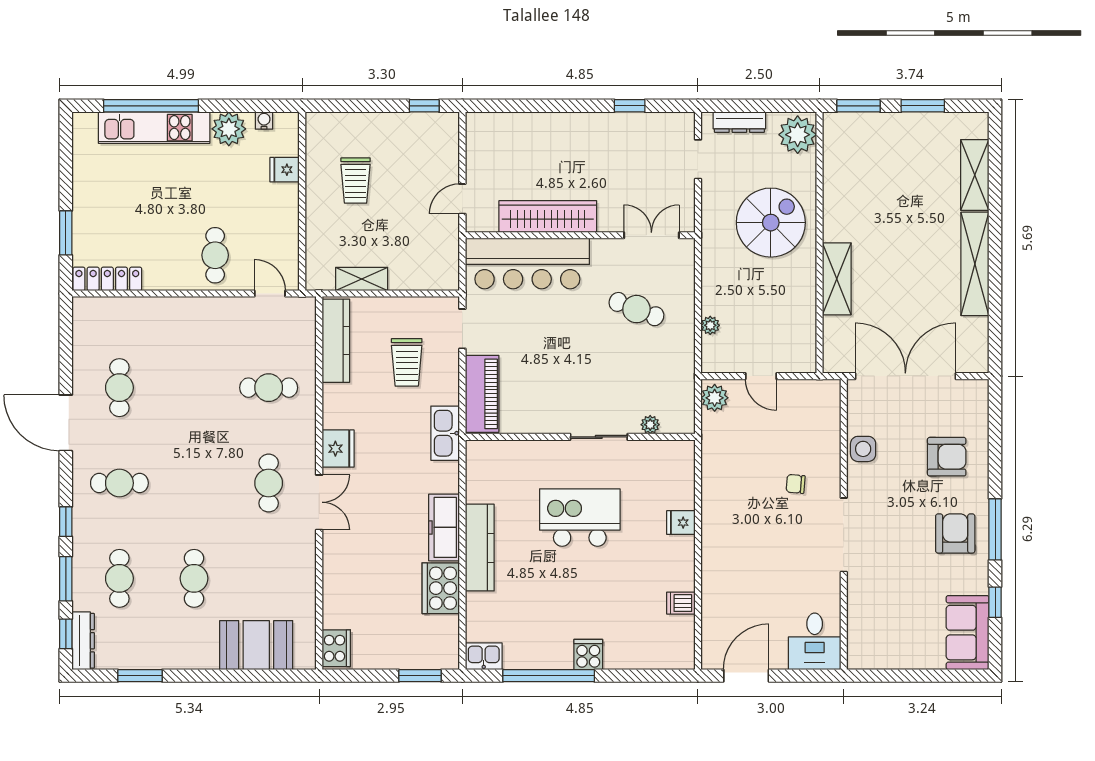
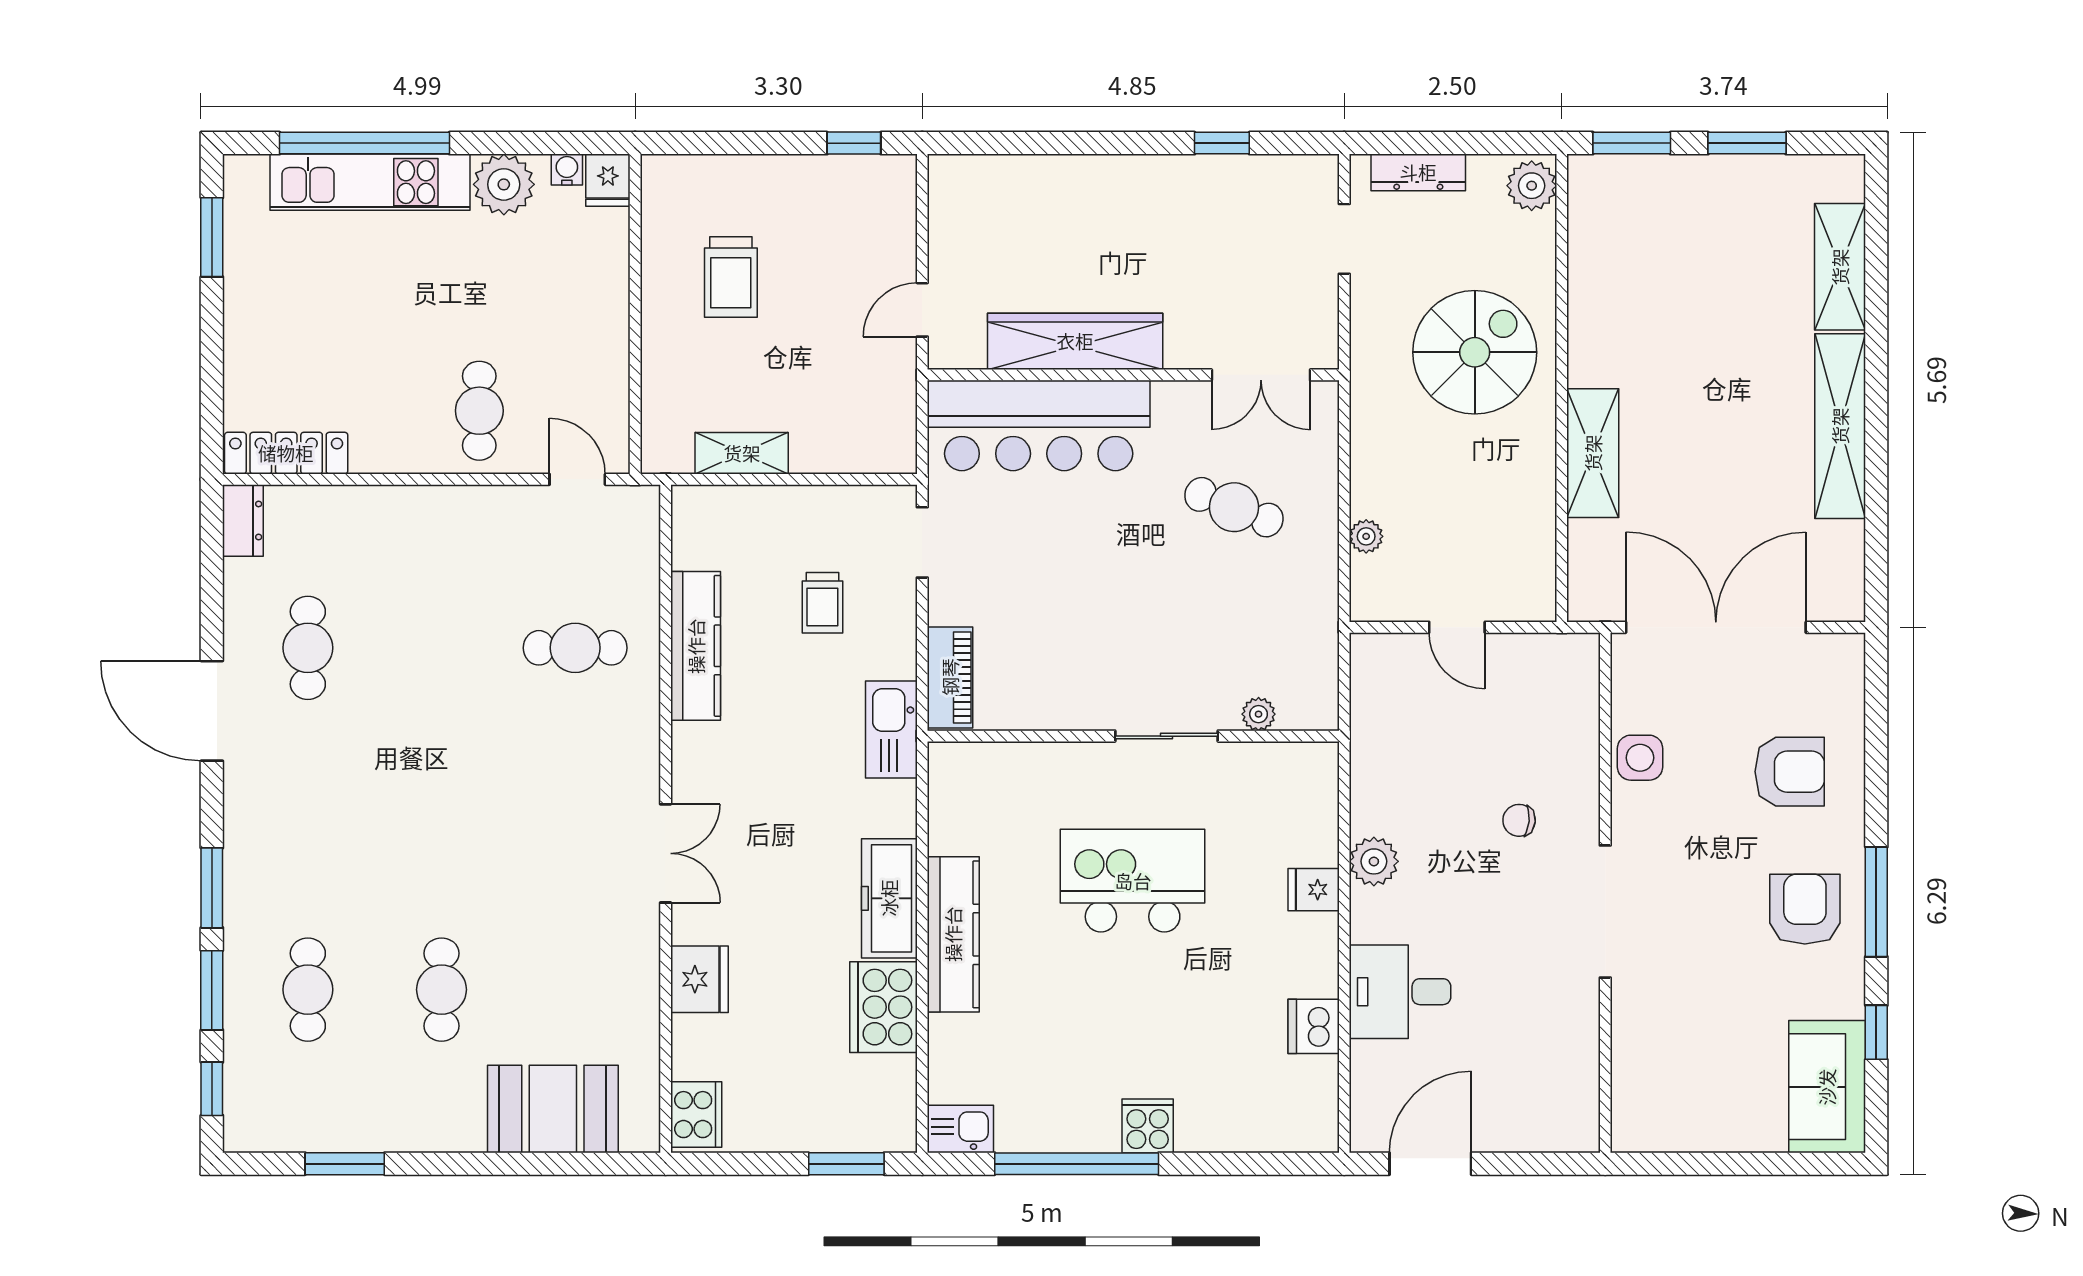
plant: (798, 135) -> (1532, 186), width x0.73, depth x0.73
fridge: (285, 170) -> (608, 180), moved, turned -90
window: (66, 233) -> (212, 237), moved
double door: (651, 235) -> (1261, 375), swing flipped
kitchen counter: (336, 341) -> (696, 646), moved
trolley: (407, 362) -> (822, 603), width x0.73, depth x0.72
piano: (482, 394) -> (950, 677), width x0.73, depth x0.75
plant: (715, 398) -> (1374, 861), moved
fridge: (338, 449) -> (699, 979), moved
cafe table: (119, 483) -> (308, 819), removed
cafe table: (269, 483) -> (575, 819), removed
window: (66, 522) -> (212, 888), width x1.50
dishwasher: (681, 603) -> (1314, 1026), width x1.38
dresser: (83, 641) -> (243, 520), moved, width x0.70
desk: (815, 641) -> (1400, 992), moved, turned 90

